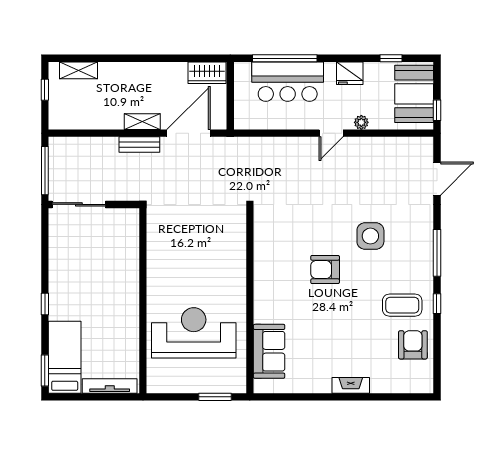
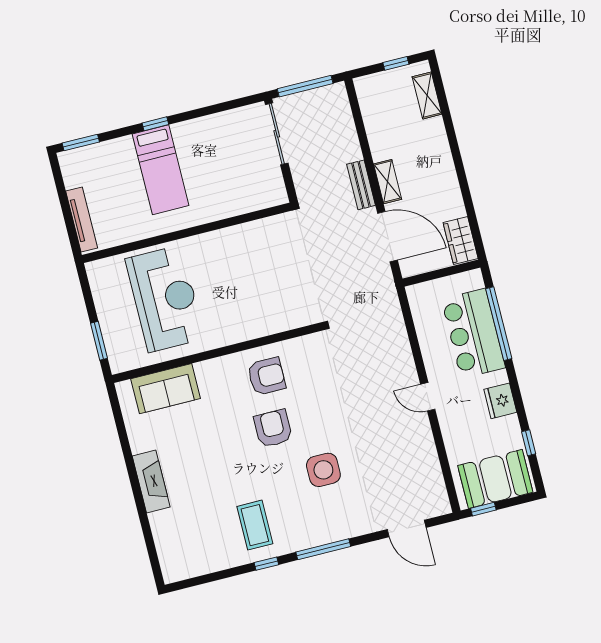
plant: (361, 122) -> (448, 428), removed
armchair: (413, 345) -> (266, 376), moved
bed: (65, 357) -> (161, 170), moved, turned 90
fireplace: (351, 385) -> (151, 482), width x1.37, depth x1.32

